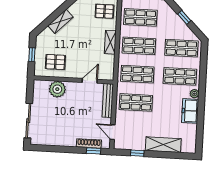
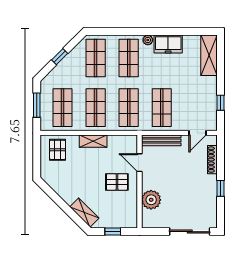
shelving: (60, 21) -> (84, 213), moved
pallet: (55, 62) -> (117, 182), moved, turned 90
shelving: (163, 145) -> (209, 55), moved
window: (94, 151) -> (221, 188), moved

